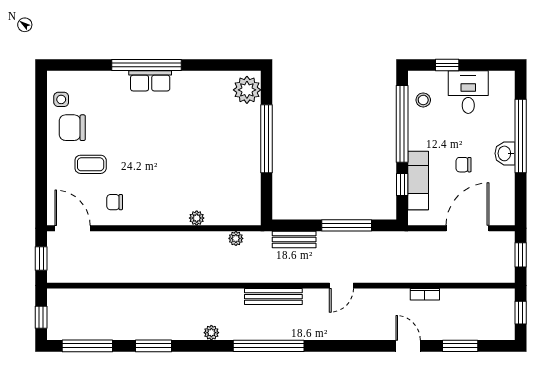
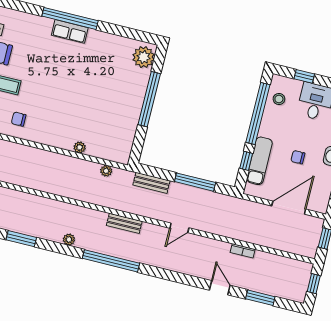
bench: (273, 297) -> (124, 223), width x0.73

